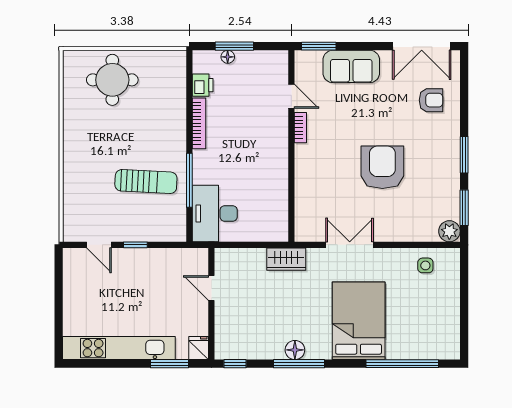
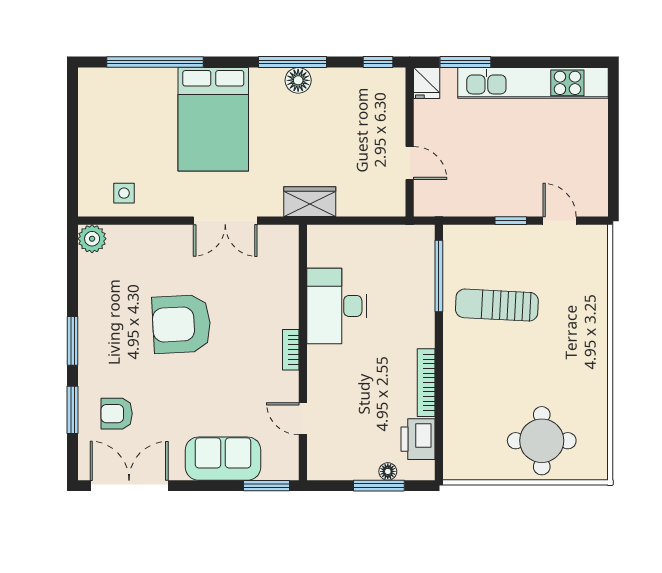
printer: (203, 85) -> (418, 439), width x1.36, depth x1.24
bookcase: (300, 128) -> (291, 350), moved
armchair: (382, 167) -> (181, 324), turned 87
window: (189, 180) -> (439, 276), moved
window: (464, 208) -> (73, 410), moved
desk: (215, 213) -> (337, 306), moved, turned 180

